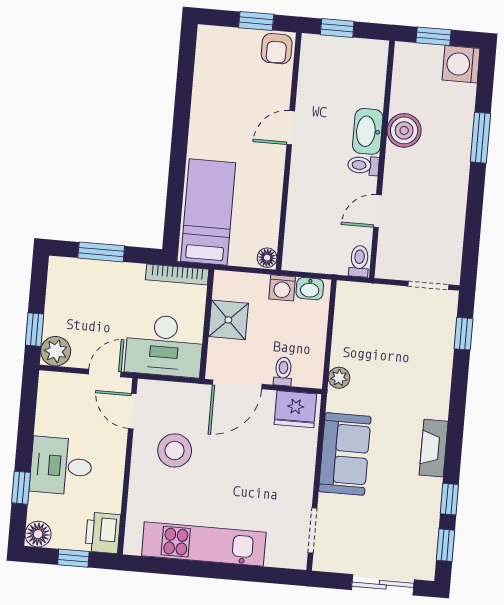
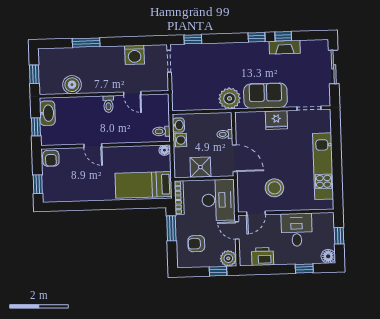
window: (256, 21) -> (38, 184), moved
armchair: (277, 49) -> (51, 158), turned 90
washing machine: (461, 64) -> (135, 55), moved
boiler: (404, 130) -> (72, 85), moved
washbasin: (368, 131) -> (47, 113), moved, turned -90
window: (101, 252) -> (171, 228), moved
toilet: (359, 261) -> (161, 131), moved
armchair: (89, 296) -> (196, 244), added
plant: (339, 378) -> (230, 98), width x1.87, depth x1.87
fridge: (295, 409) -> (276, 120), moved, turned 90
fireplace: (434, 448) -> (285, 47), moved
desk: (61, 466) -> (297, 230), moved, turned 180
printer: (103, 533) -> (263, 257), moved, turned 180
window: (445, 545) -> (257, 37), moved

